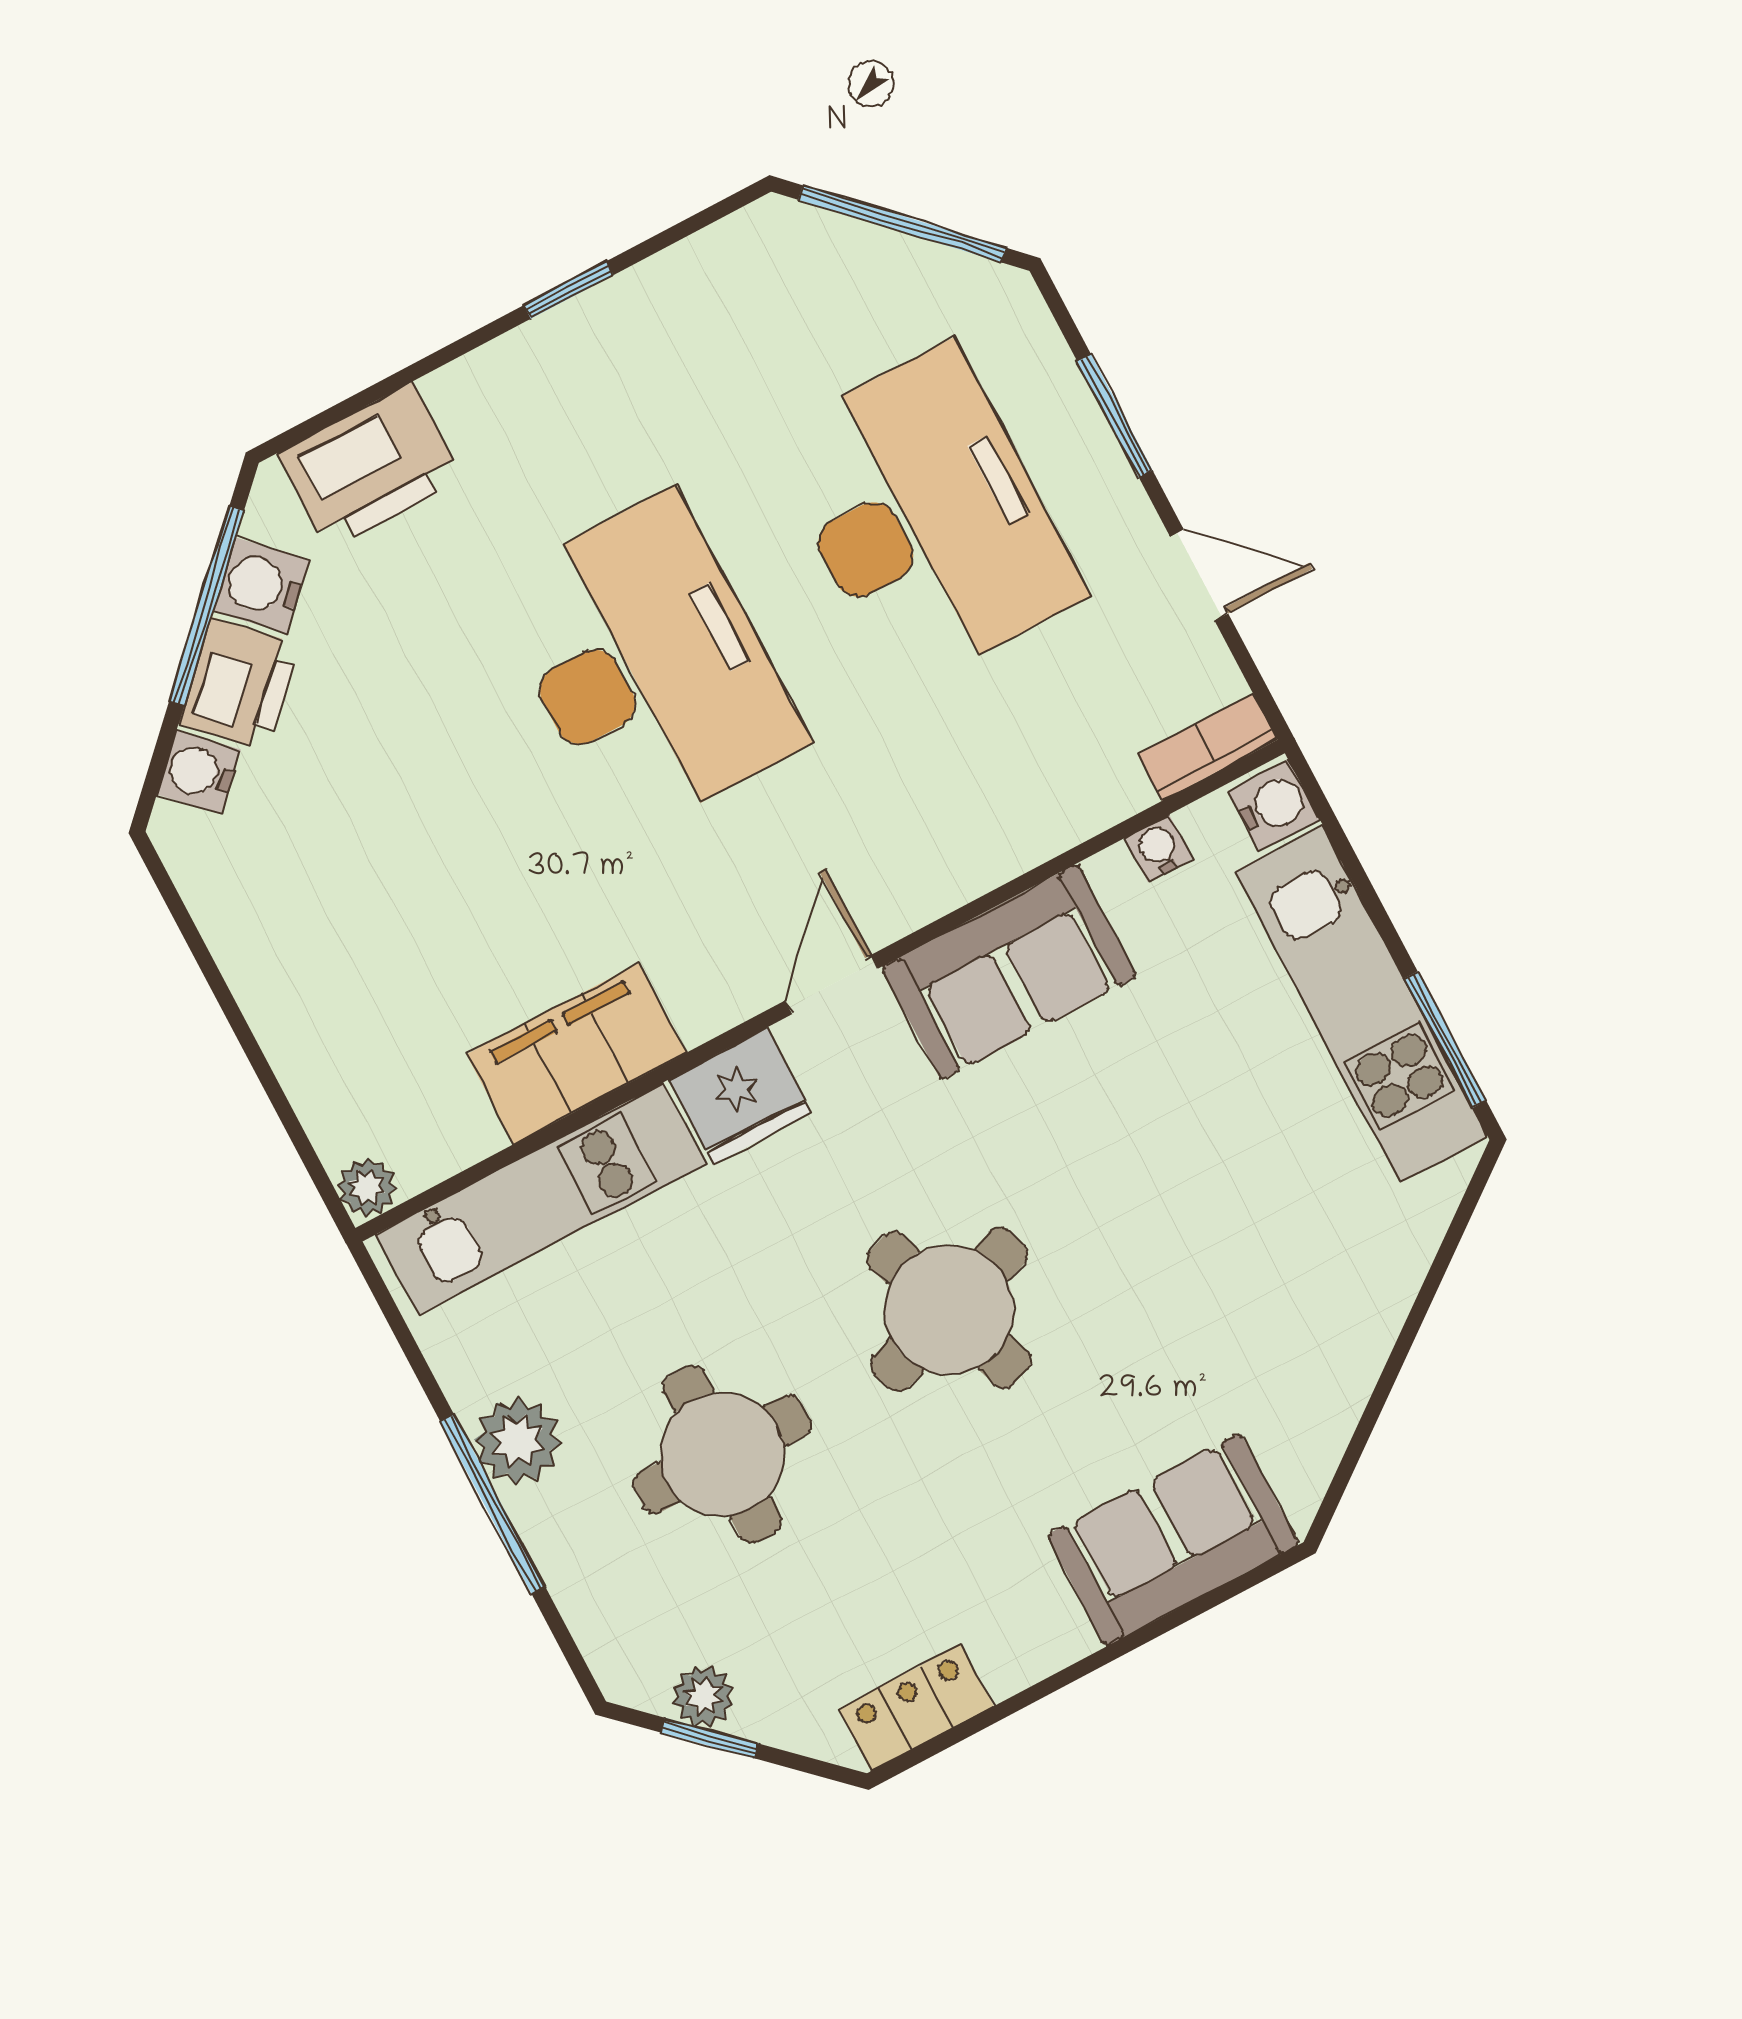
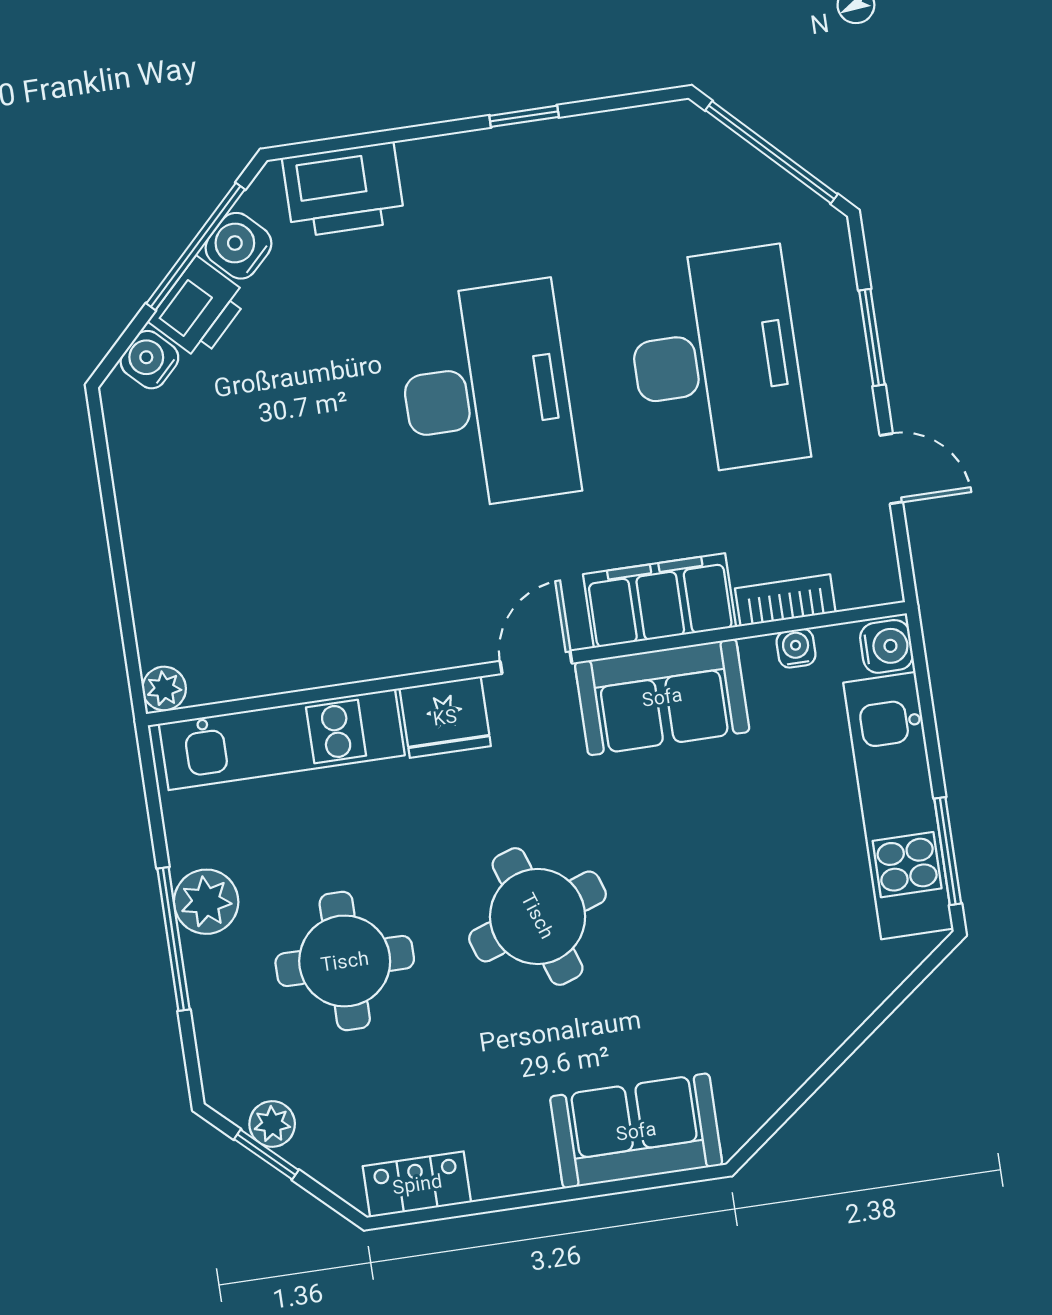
bookcase: (1208, 747) -> (785, 600), moved
filing cabinet: (576, 1054) -> (660, 601), moved

